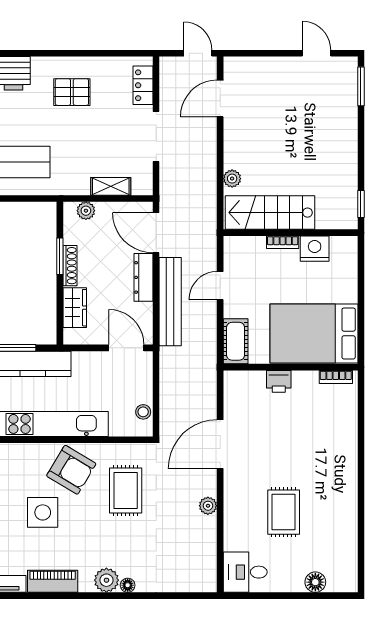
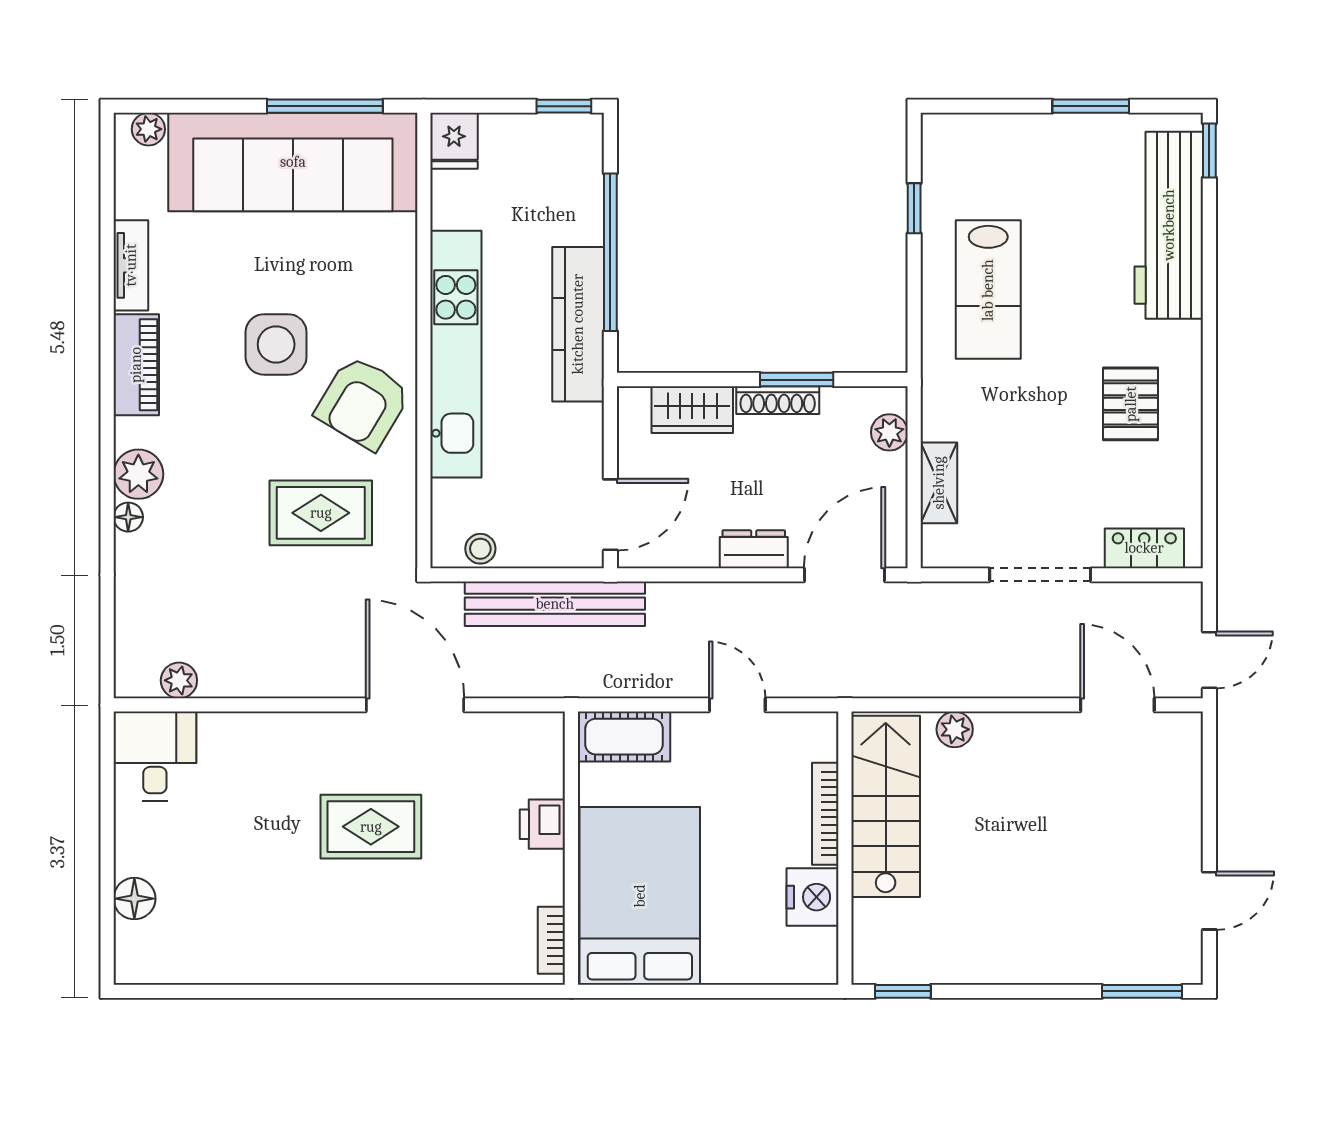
bookcase: (283, 242) -> (825, 814), width x1.56
dresser: (143, 277) -> (754, 549), width x0.70
bench: (170, 302) -> (555, 604), moved
plant: (208, 506) -> (179, 680), moved
rug: (284, 512) -> (371, 827), moved

